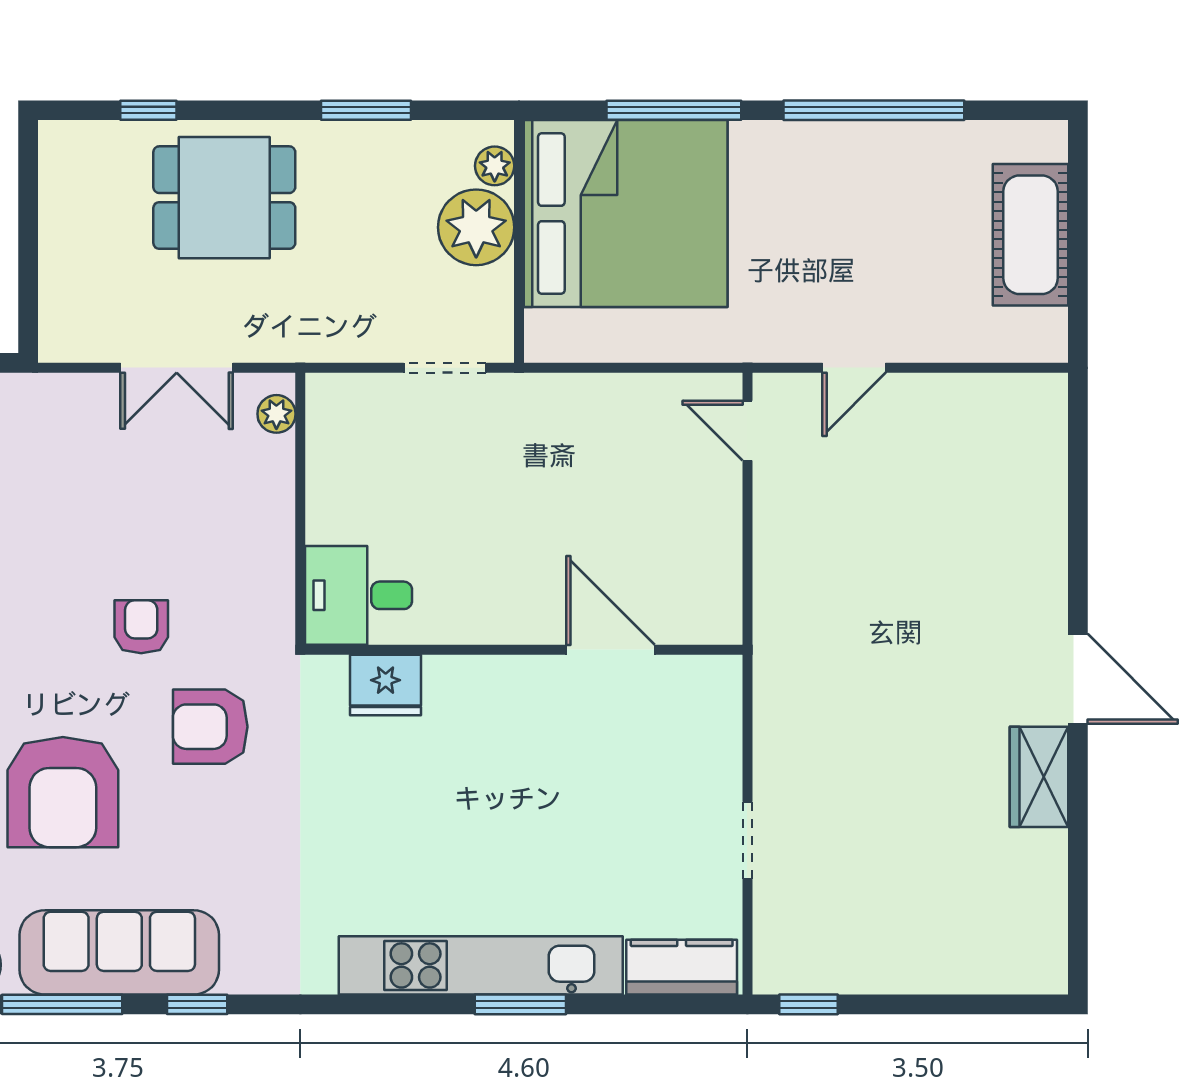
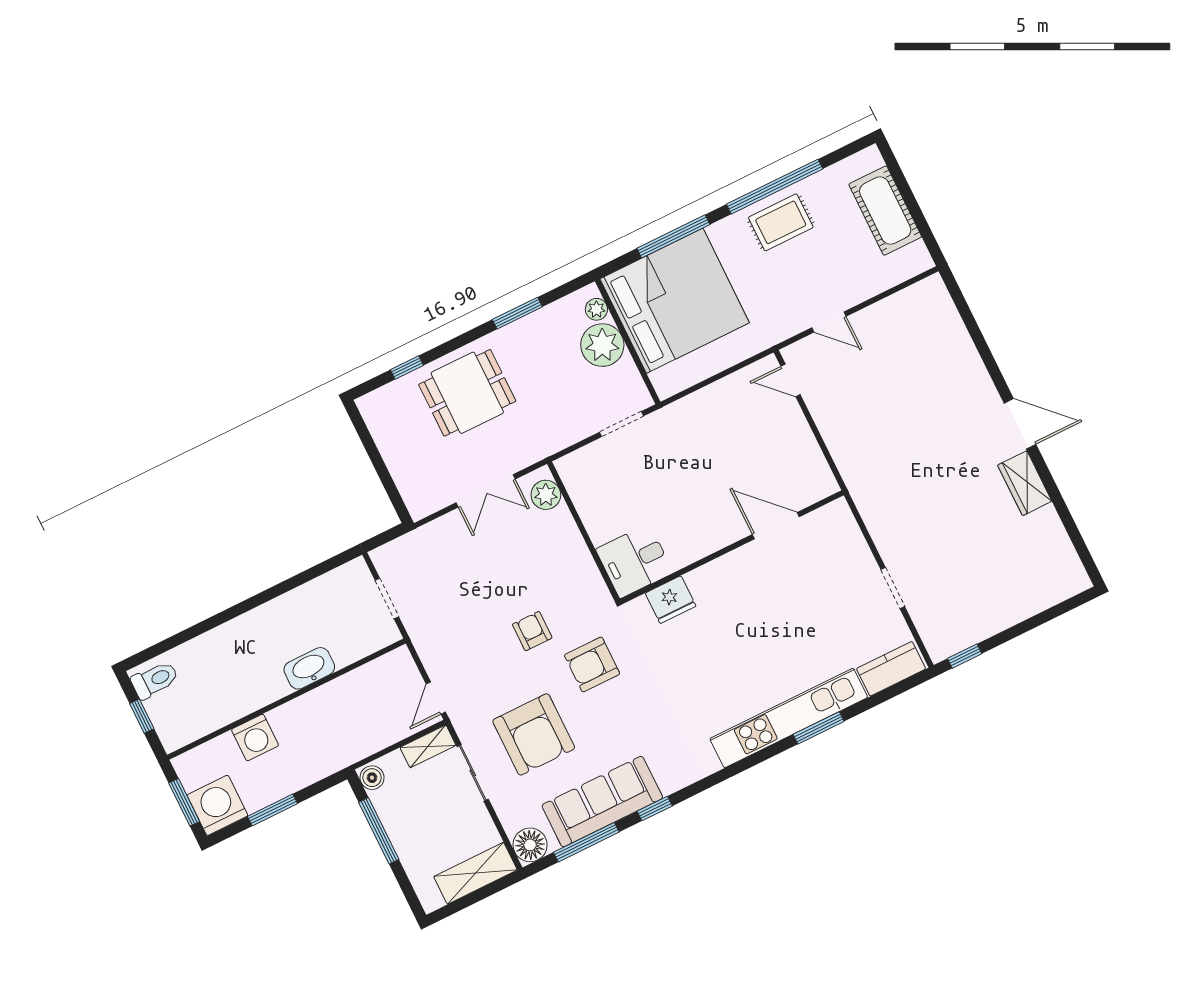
rug: (855, 172) -> (781, 222), added
door: (854, 368) -> (829, 322), hinge flipped
plant: (276, 414) -> (546, 495), width x1.38, depth x1.38

